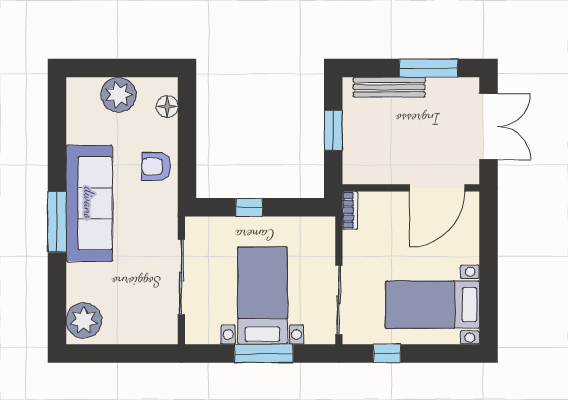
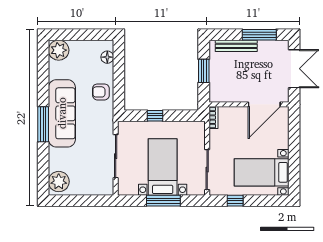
plant: (119, 95) -> (59, 50), moved

